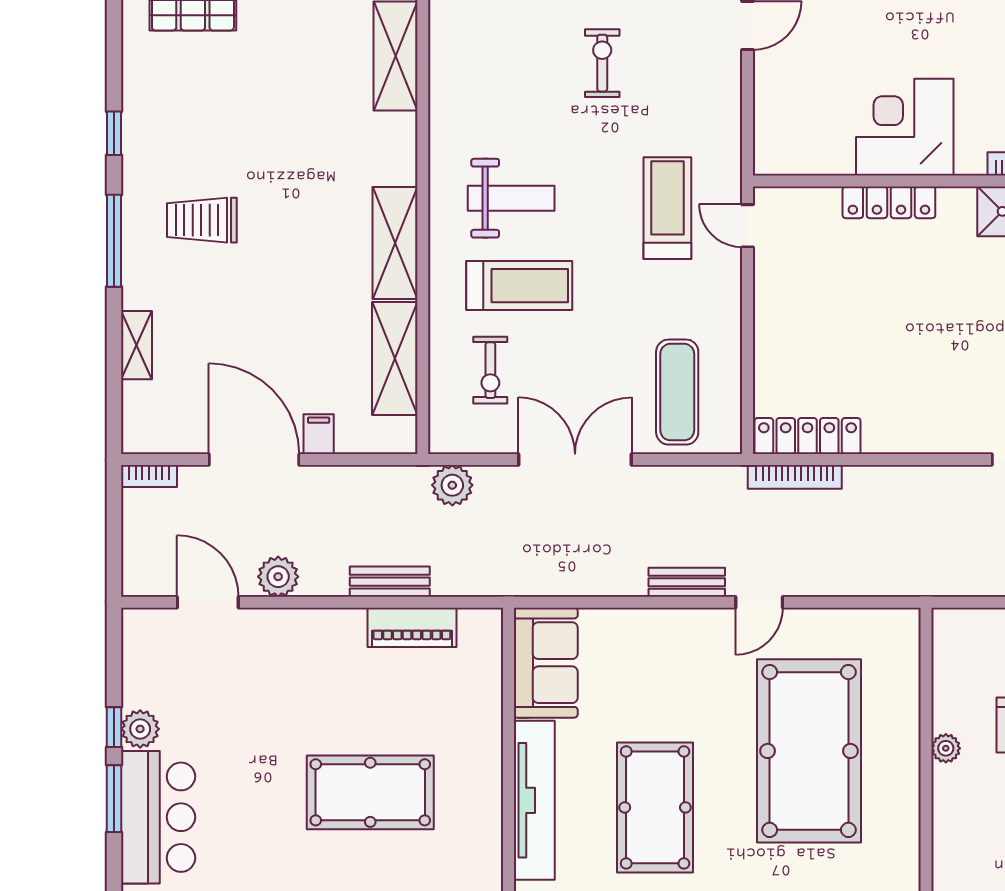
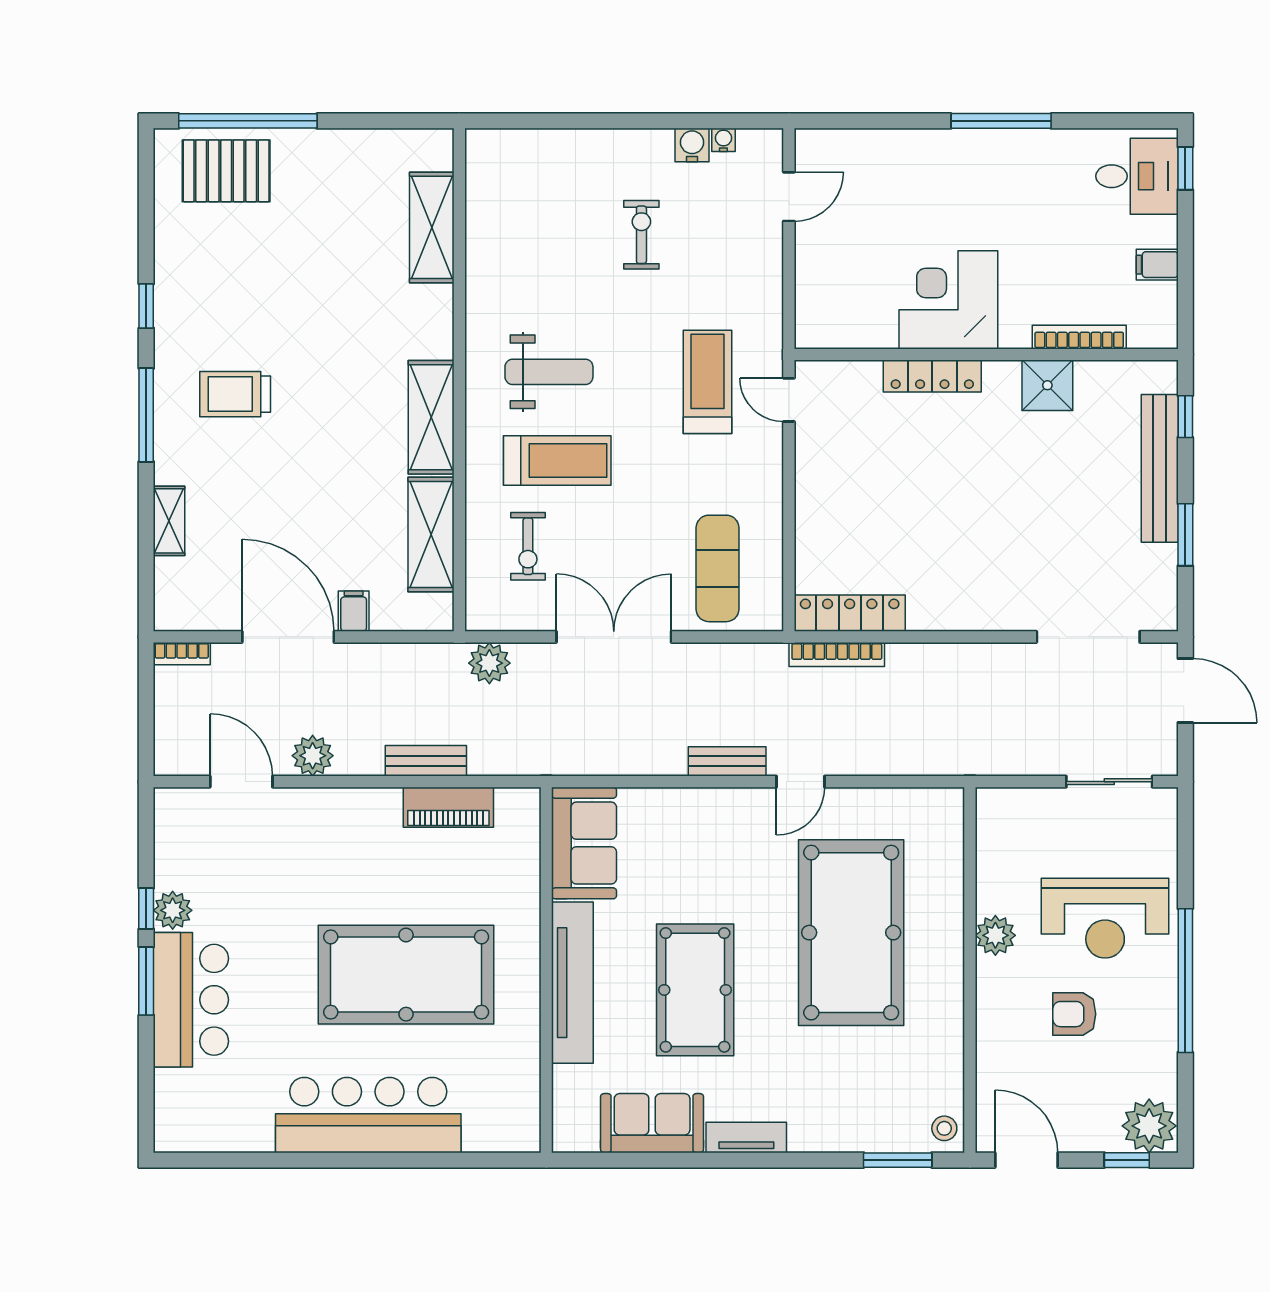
plant: (946, 748) -> (995, 935), width x1.38, depth x1.38
pool table: (370, 792) -> (406, 975), width x1.36, depth x1.32

